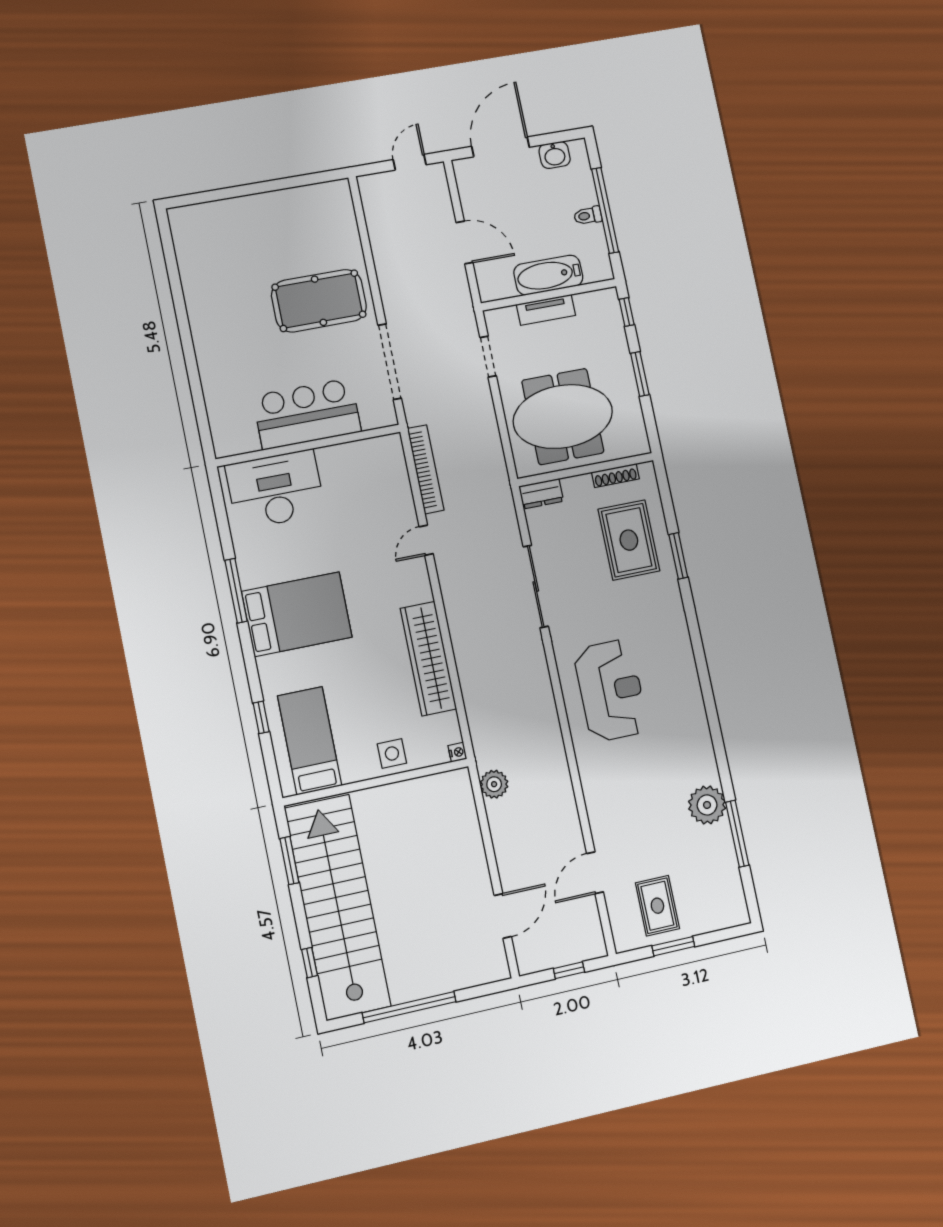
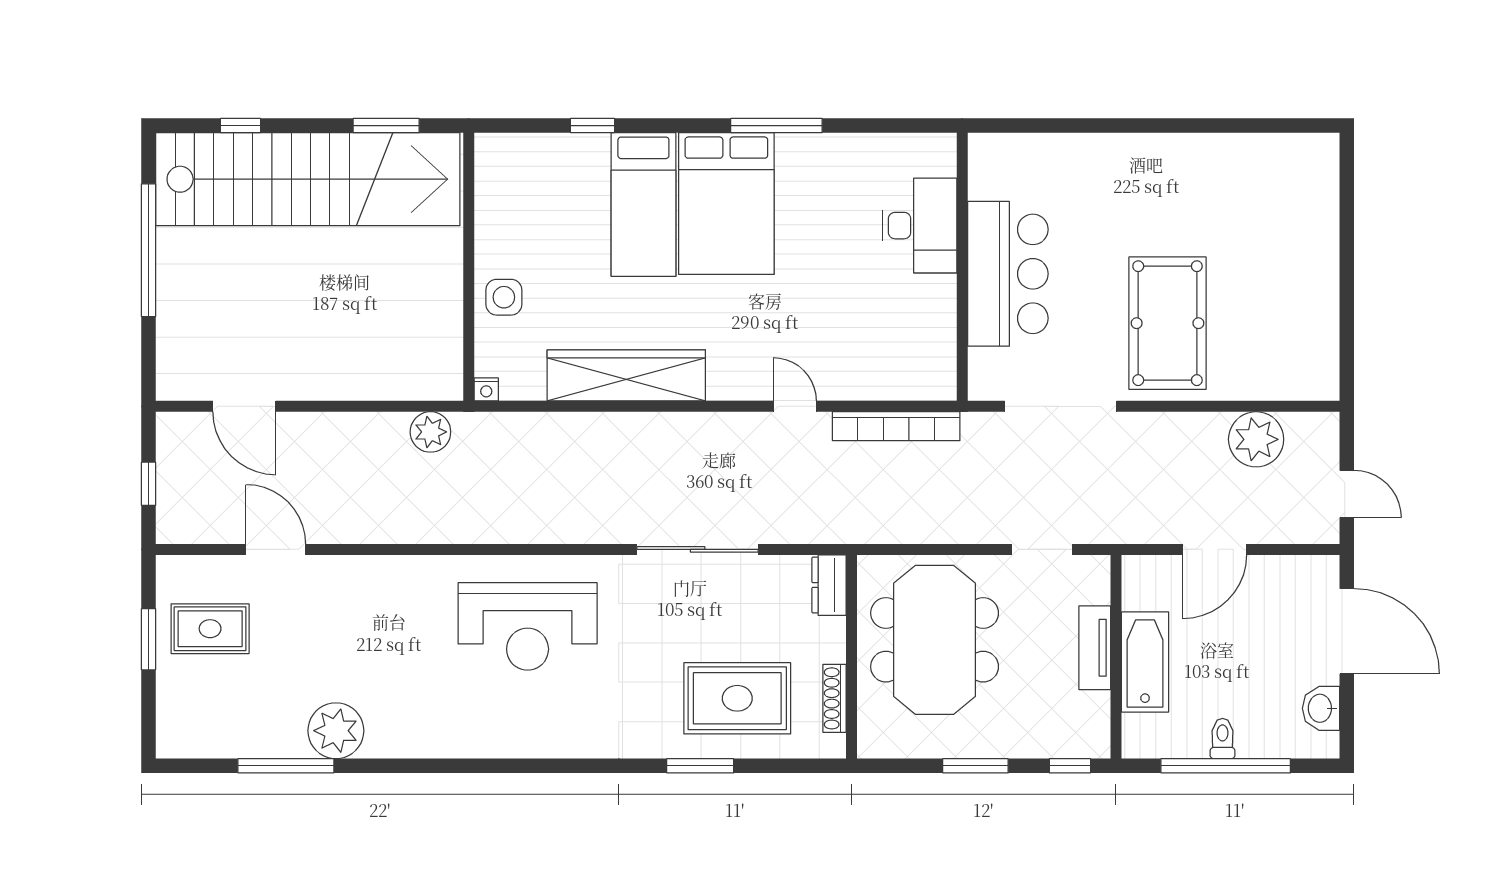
plant: (385, 228) -> (1256, 439), added
desk: (275, 489) -> (920, 226), width x0.73, depth x0.77
bed: (310, 741) -> (643, 205), moved, turned 90

